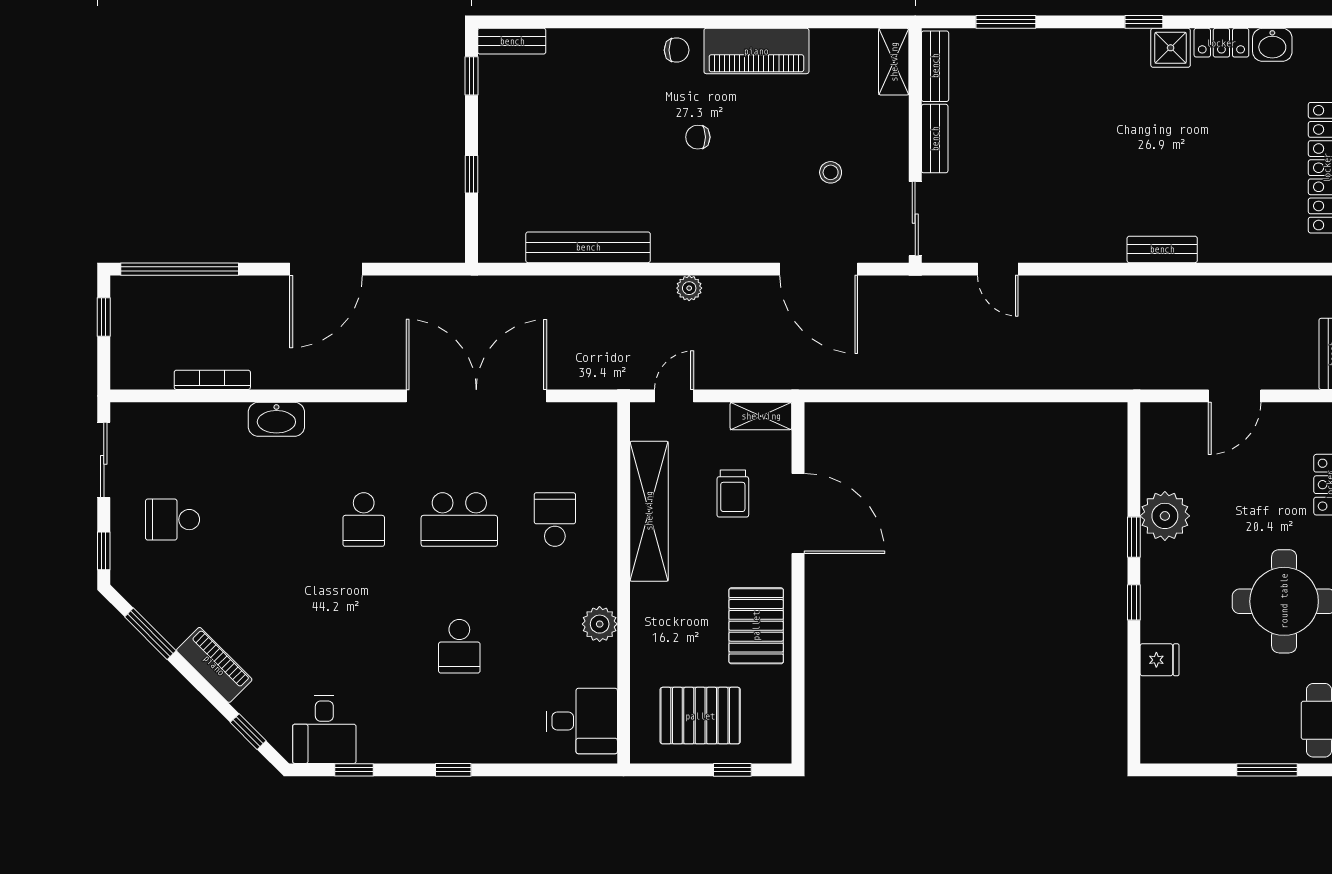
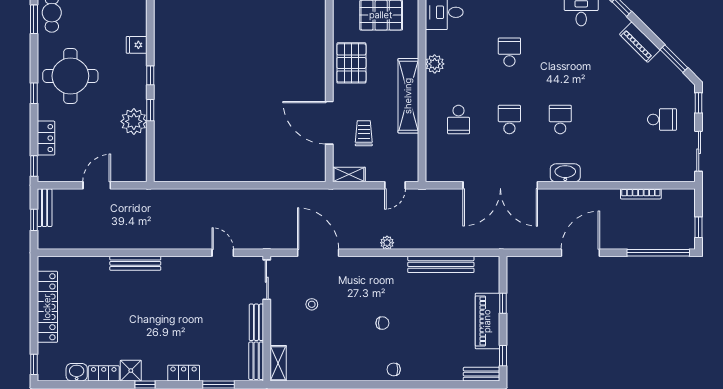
locker: (1071, 43) -> (184, 373), added
piano: (756, 51) -> (487, 321), moved, turned -90
bench: (1162, 249) -> (135, 263), width x1.36
washbasin: (276, 419) -> (565, 173), moved
shelving: (649, 511) -> (408, 96), moved
school desk: (459, 520) -> (509, 119), width x0.54

